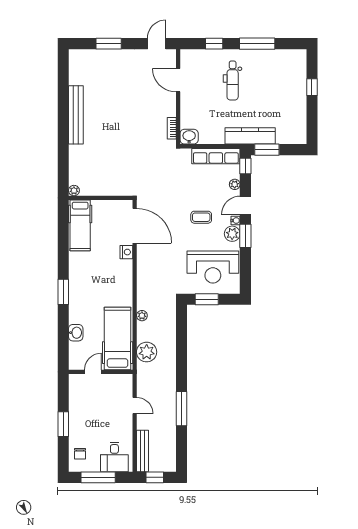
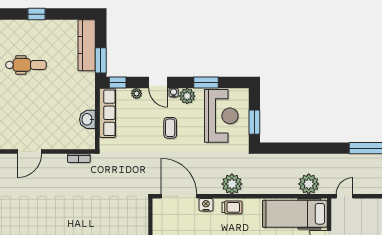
dental chair: (233, 81) -> (26, 65), moved
kitchen counter: (250, 136) -> (87, 45), moved
washbasin: (189, 137) -> (87, 119), moved
door: (135, 226) -> (179, 196), hinge flipped
window: (245, 236) -> (206, 82), moved
trolley: (124, 277) -> (232, 207), added
plant: (142, 316) -> (232, 184), moved, width x1.87, depth x1.87
door: (135, 406) -> (345, 196), moved

